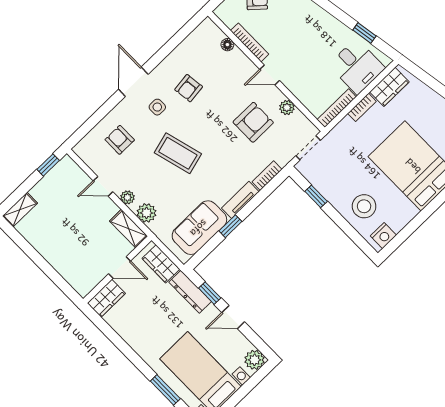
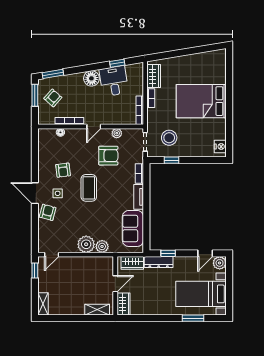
floor lamp: (320, 21) -> (91, 78), added
desk: (357, 67) -> (114, 81), moved, turned -99
armchair: (253, 122) -> (108, 156), turned 90
armchair: (120, 140) -> (48, 212), moved, turned 105
coffee table: (178, 153) -> (89, 188), moved, turned -75
door: (103, 186) -> (52, 255), moved
plant: (127, 197) -> (86, 244), width x1.87, depth x1.87
stool: (364, 206) -> (169, 138), moved
window: (230, 226) -> (146, 213), removed
shelving: (129, 229) -> (97, 310), moved
door: (233, 317) -> (205, 253), moved

